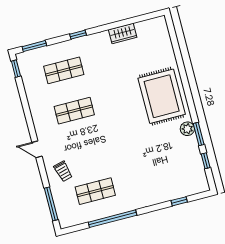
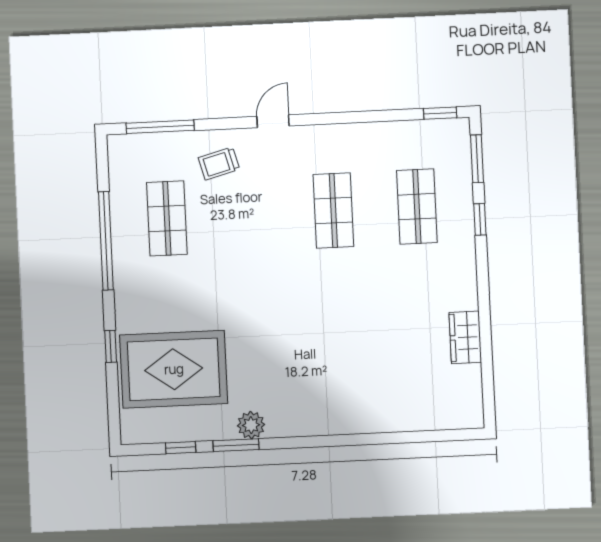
window: (78, 35) -> (480, 219), moved
rug: (162, 96) -> (174, 369), moved
window: (179, 201) -> (111, 346), moved

